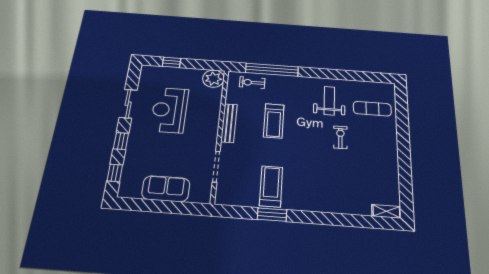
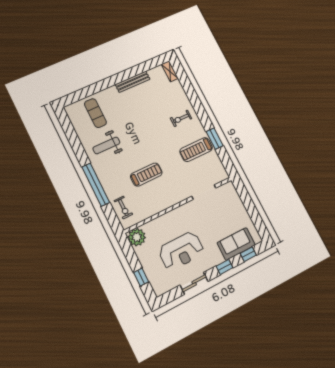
window: (272, 70) -> (96, 185), moved
bench: (229, 123) -> (133, 82), moved
exercise bike: (340, 137) -> (181, 118), moved
sofa: (166, 189) -> (236, 244), moved, turned 90

